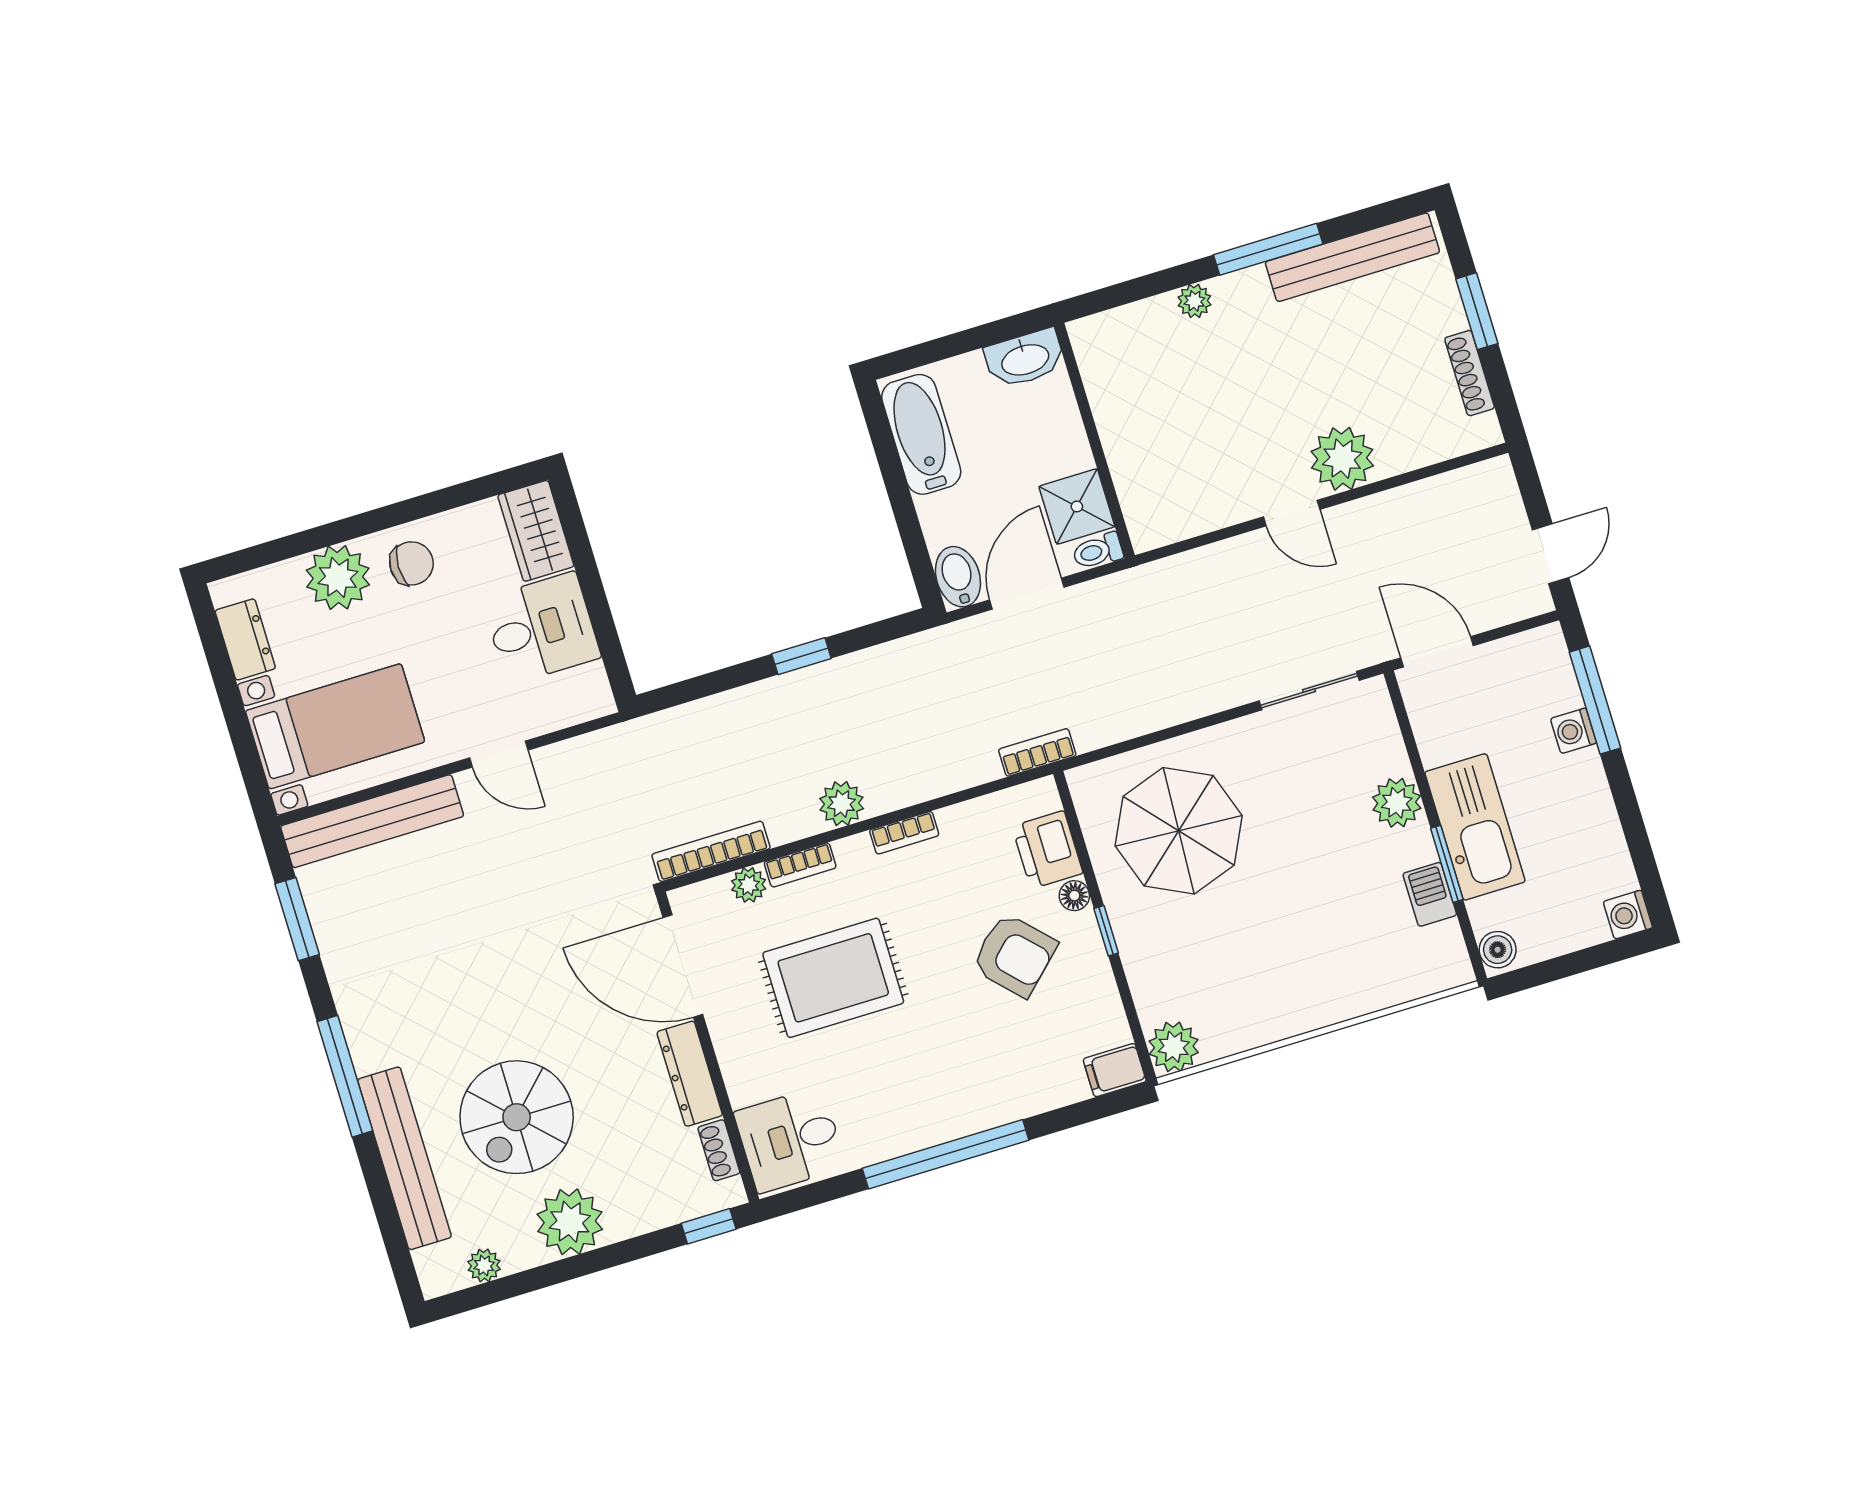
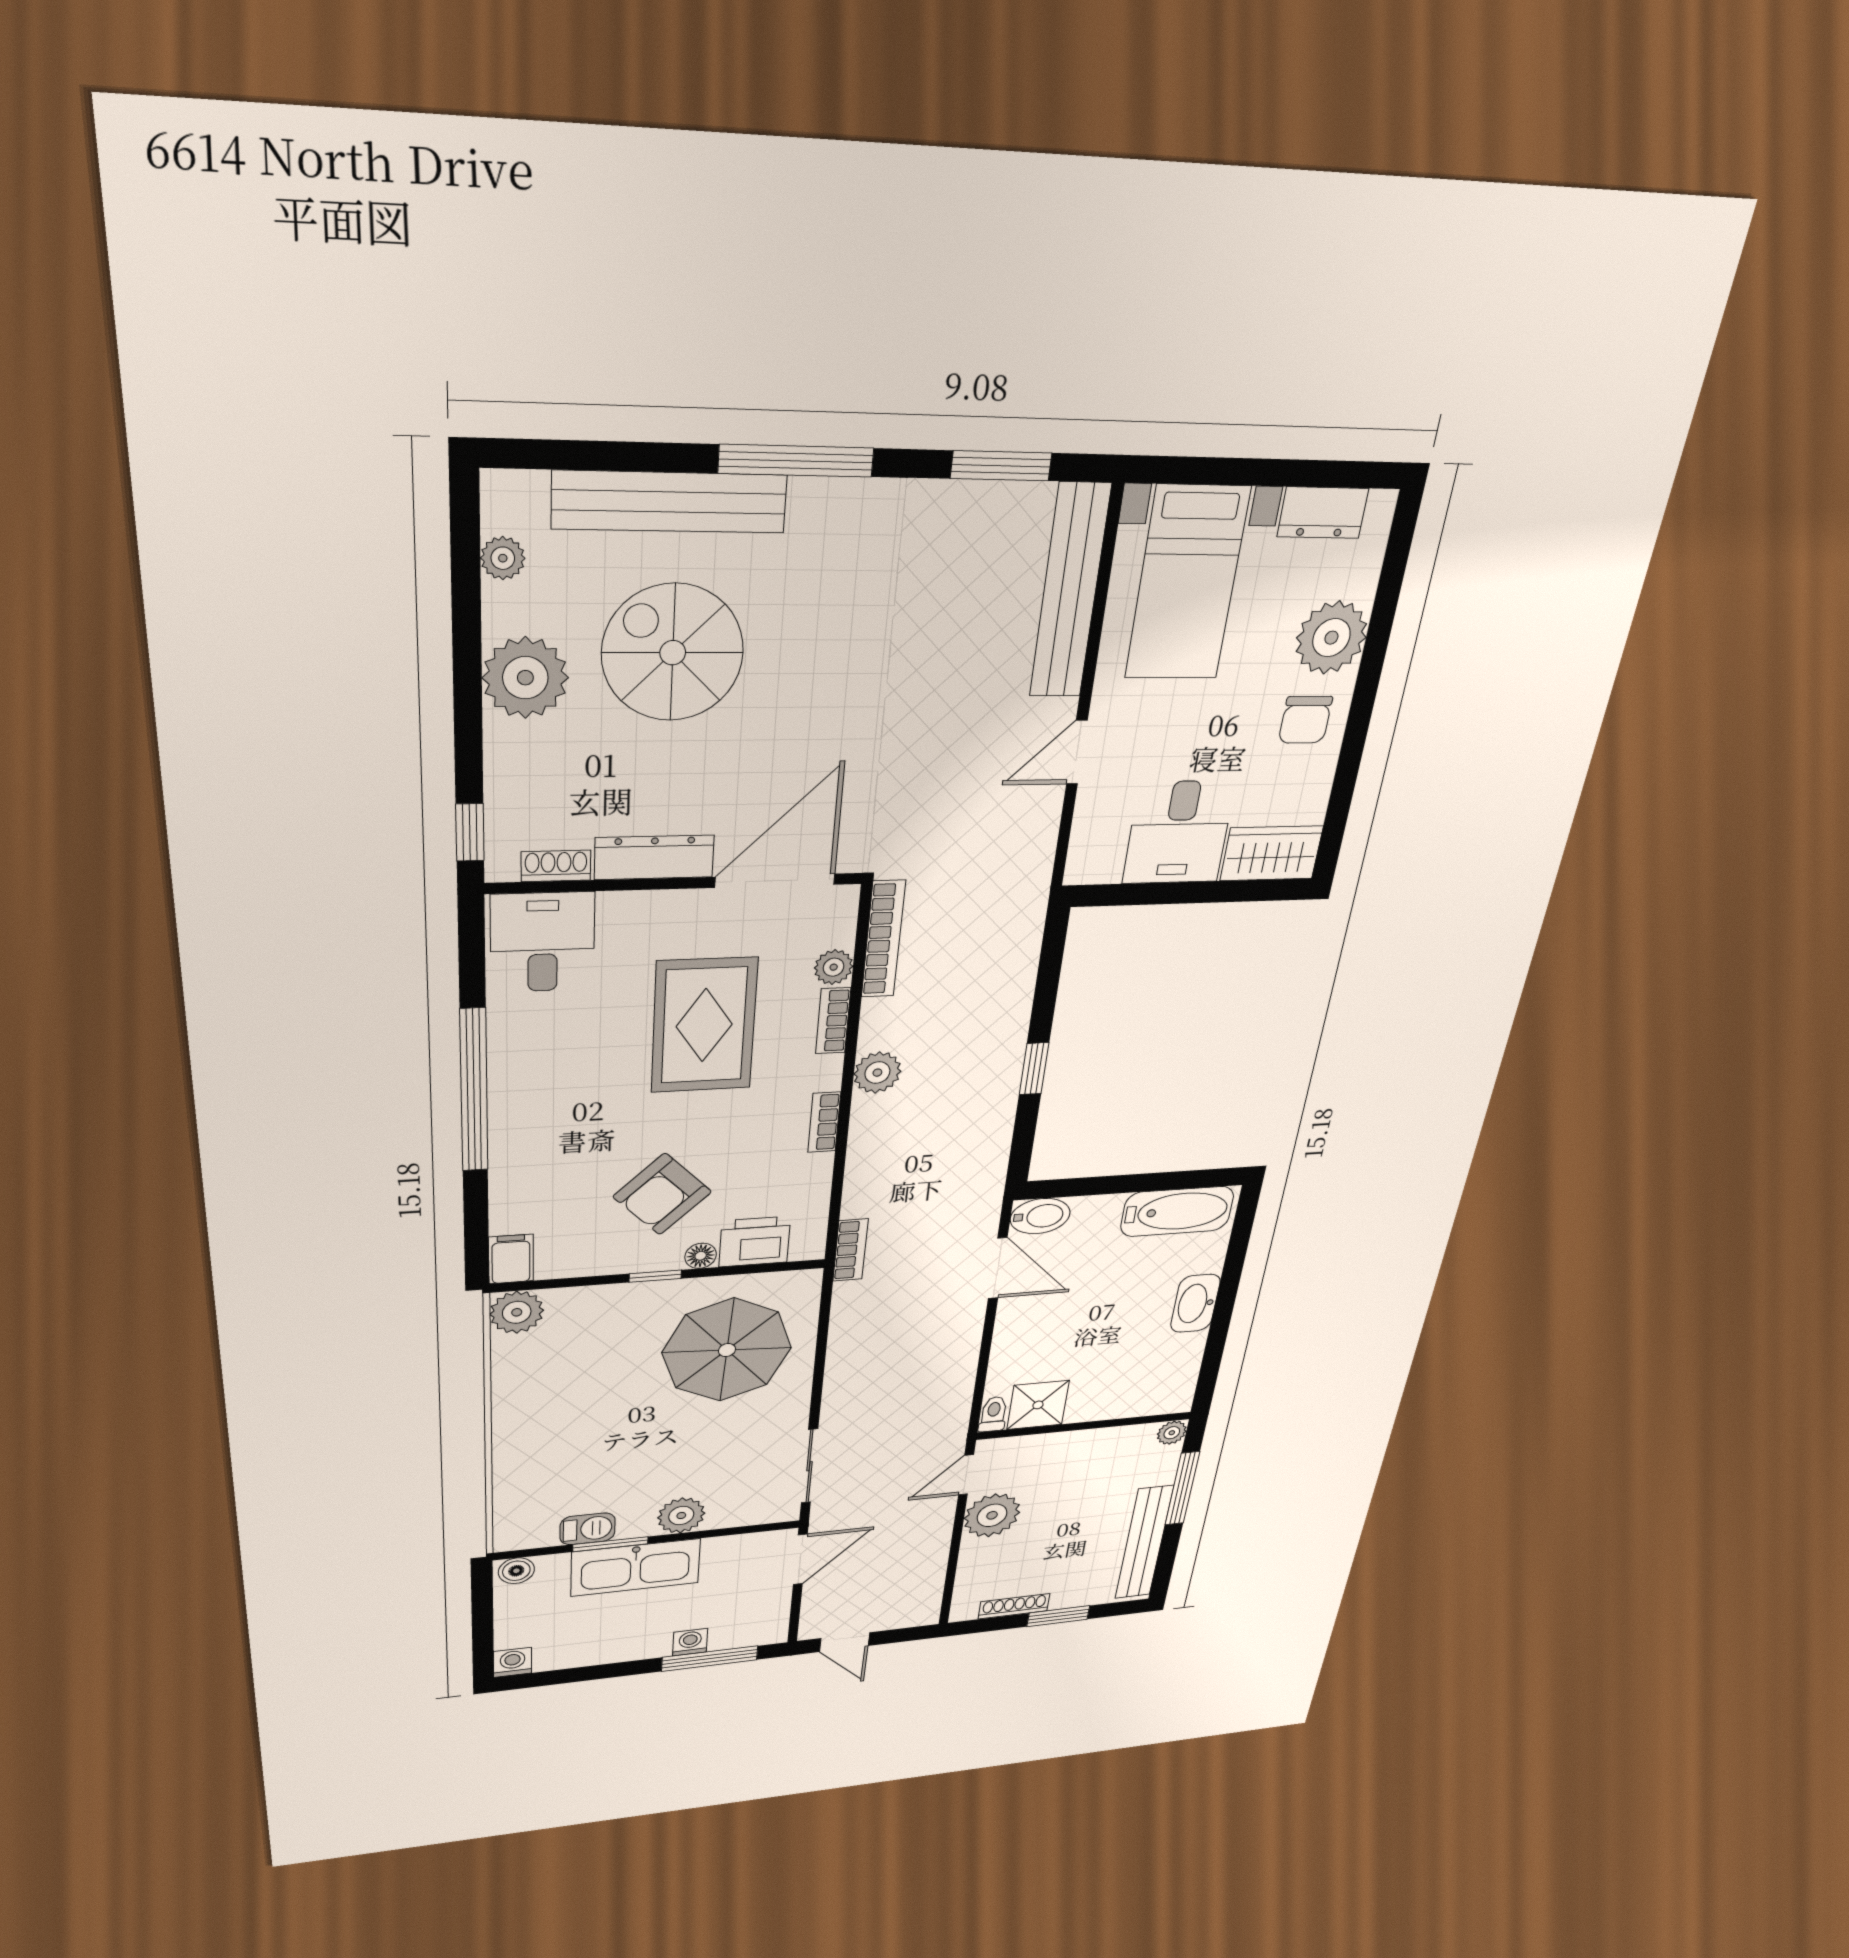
wall: (1094, 441) -> (1085, 1426), moved
shower: (1077, 506) -> (1038, 1405), moved
toilet: (1098, 551) -> (993, 1414), moved

